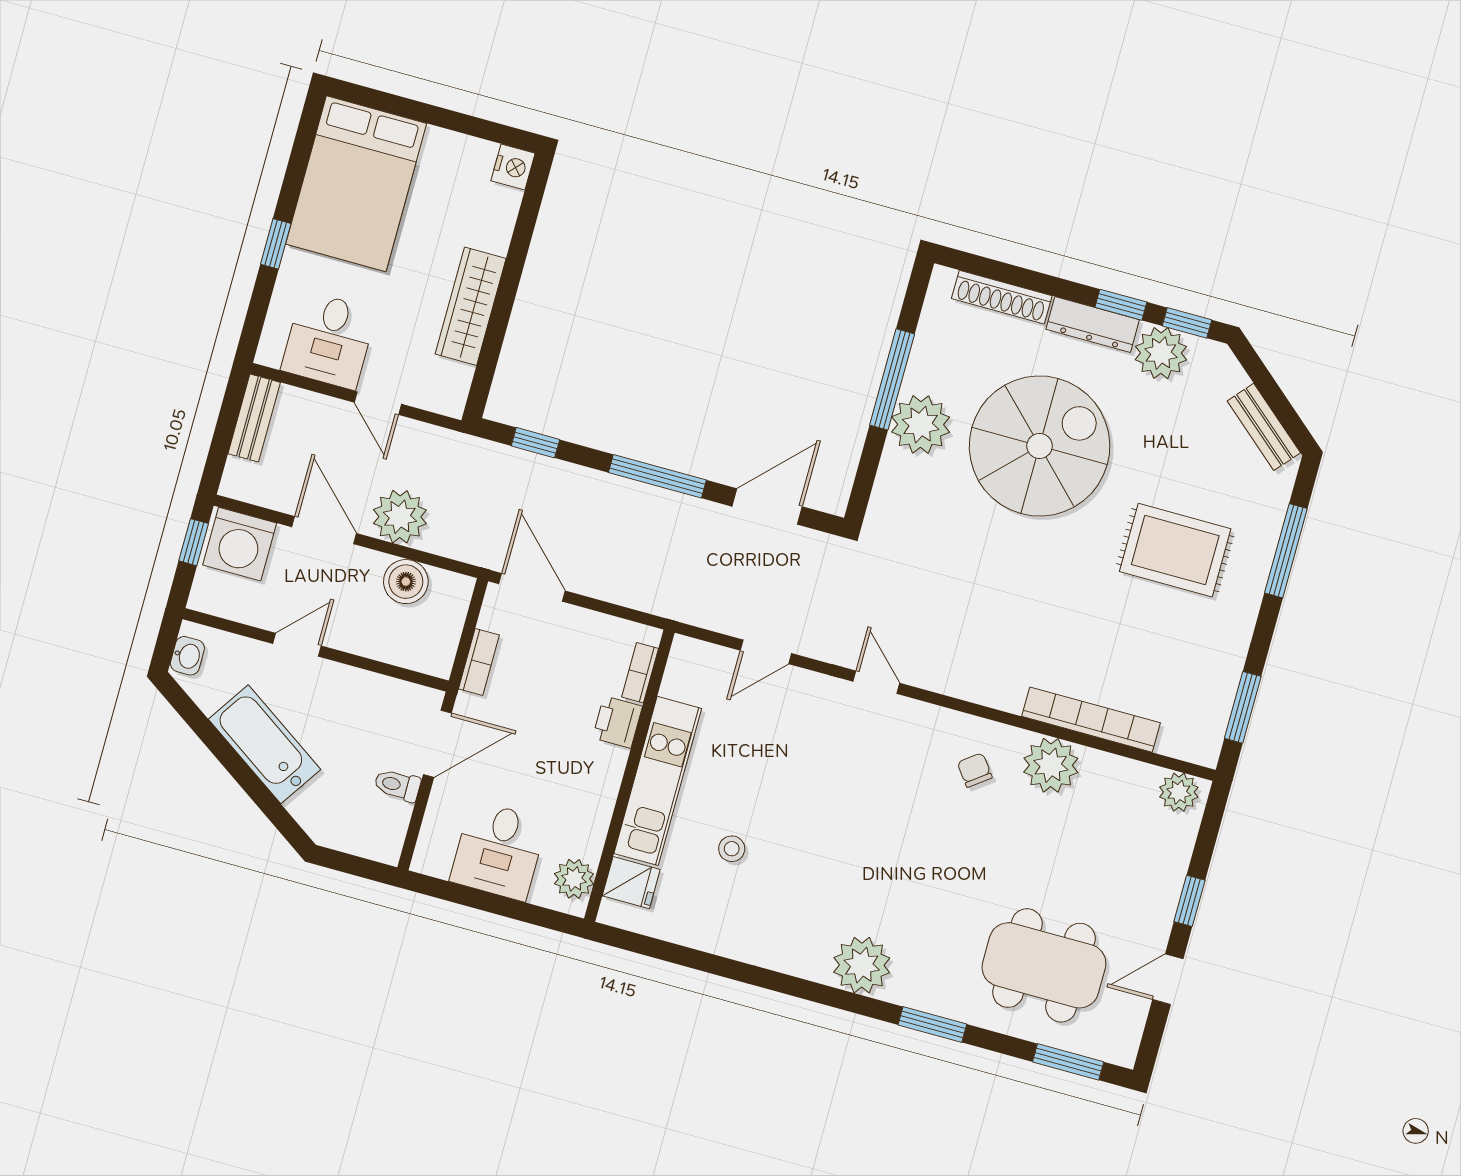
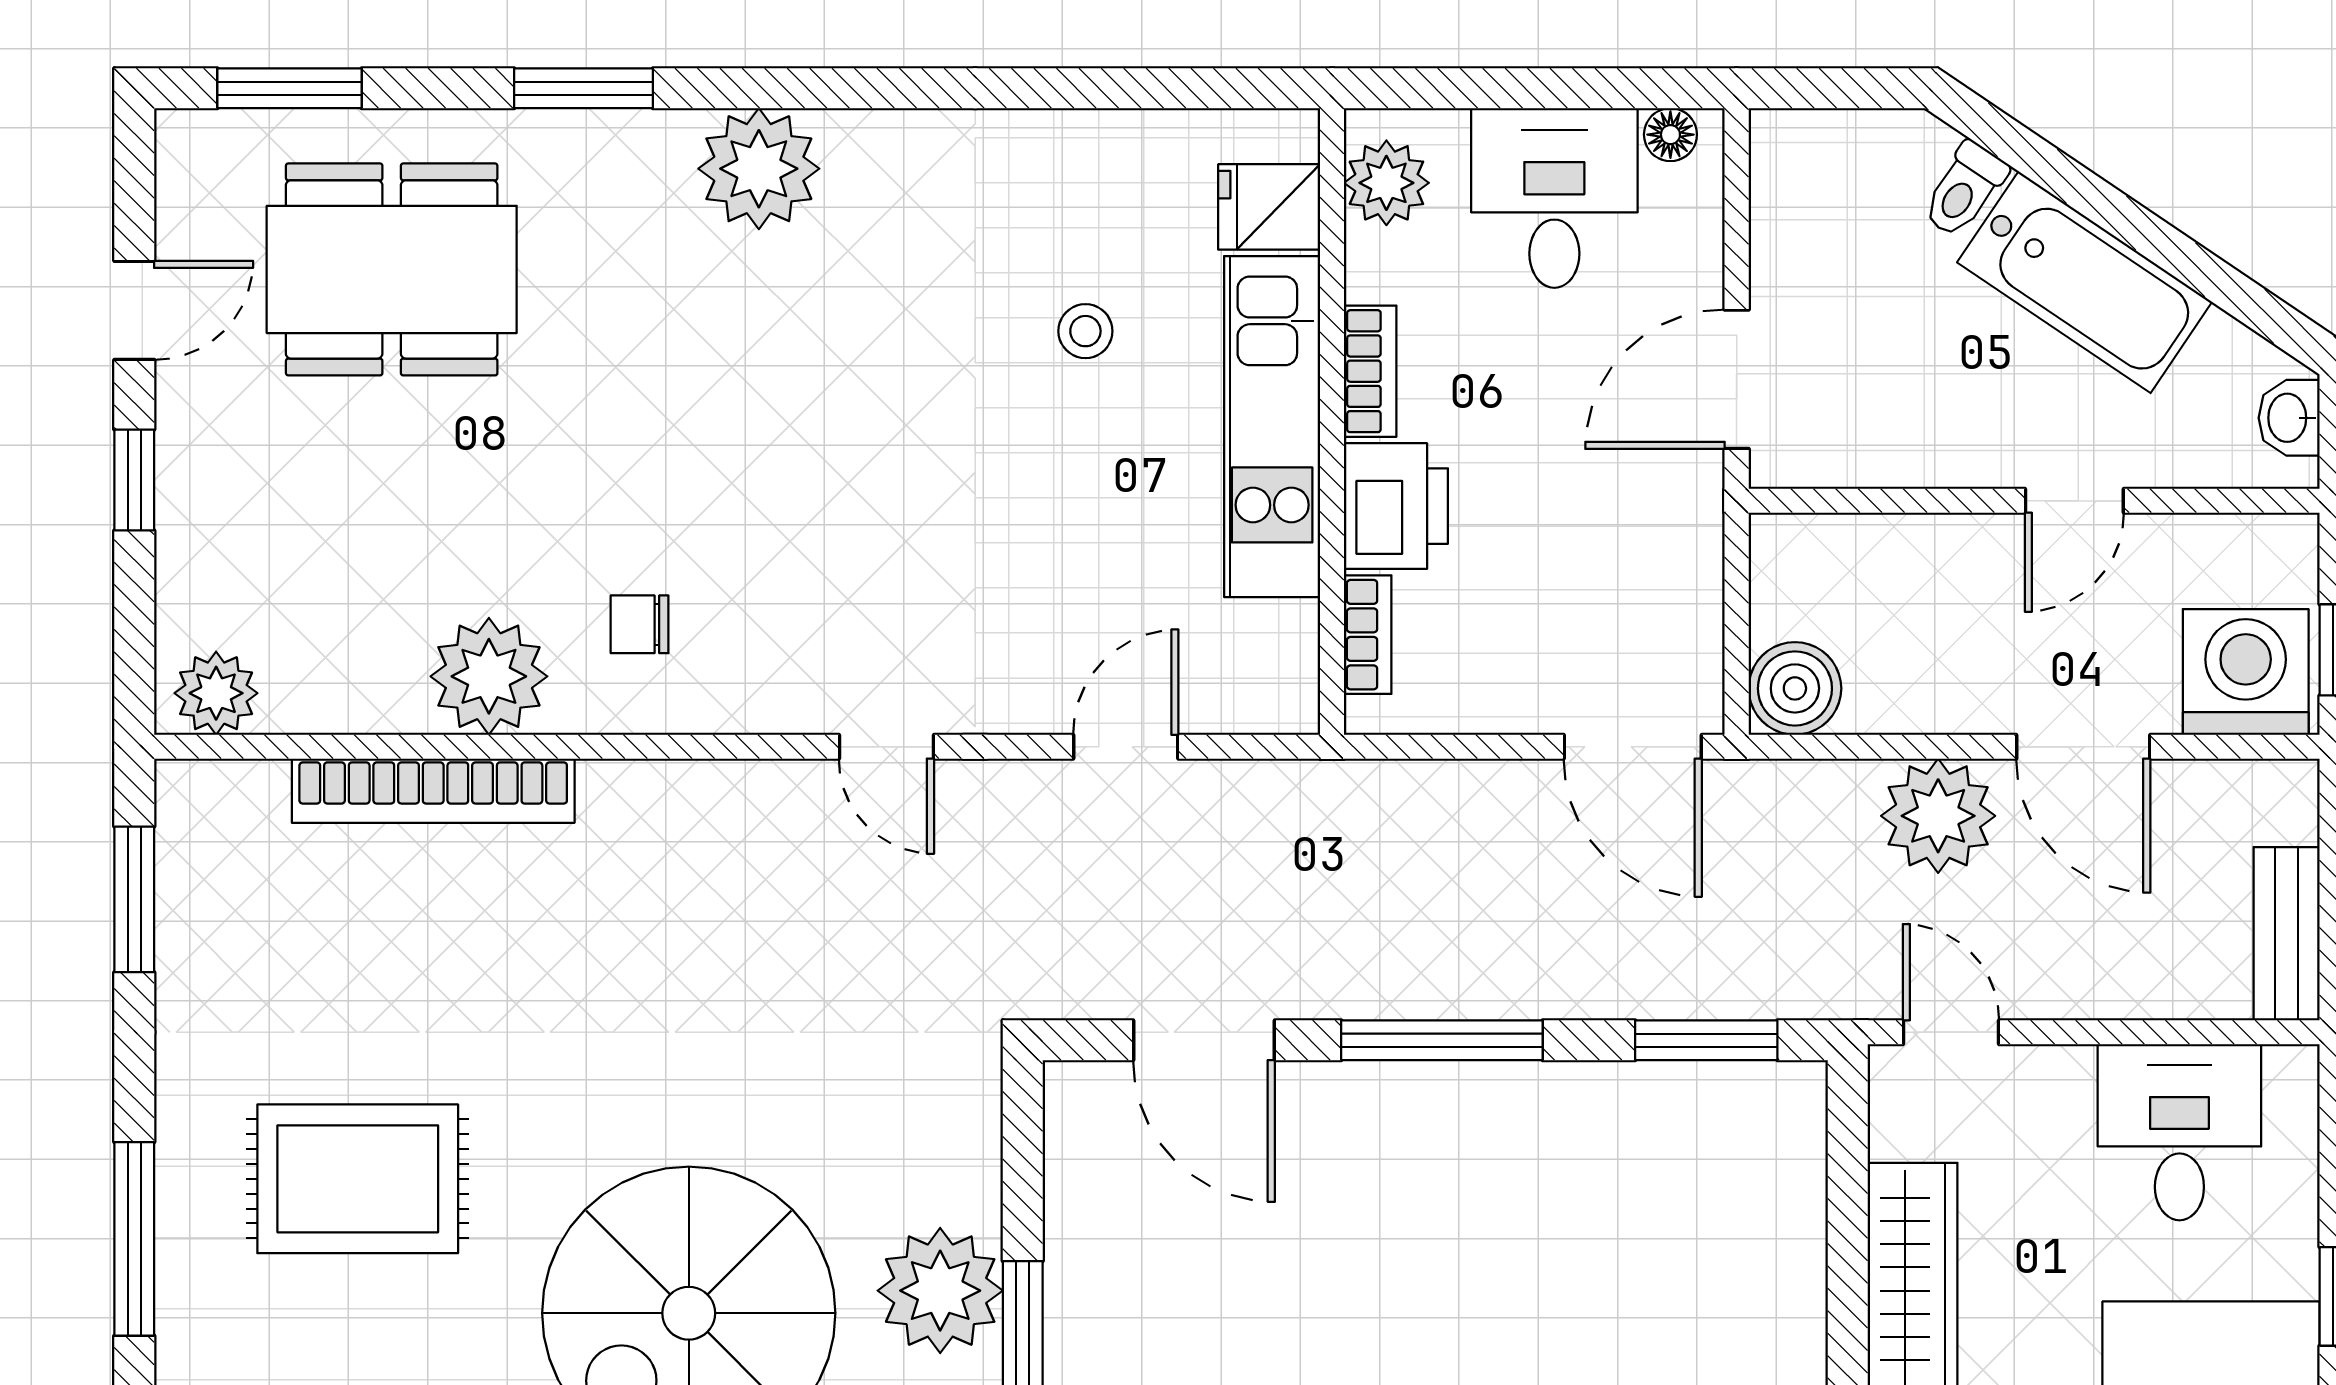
door: (378, 403) -> (1951, 1032), moved
window: (535, 443) -> (1706, 1040), width x1.50
door: (767, 506) -> (1204, 1040), hinge flipped
boiler: (406, 582) -> (1795, 688), moved
bookcase: (479, 662) -> (1370, 371), moved, turned 180
printer: (617, 722) -> (1396, 506), width x1.36, depth x1.24
chair: (975, 770) -> (640, 624), turned 127
toilet: (397, 785) -> (1964, 190), moved, turned 124
floor lamp: (437, 865) -> (1670, 135), added

